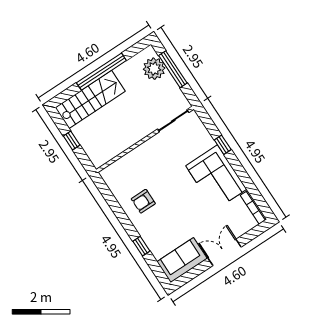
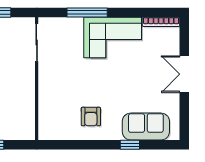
window: (223, 145) -> (87, 12), width x2.17
sofa: (182, 260) -> (146, 127), moved, turned 90

